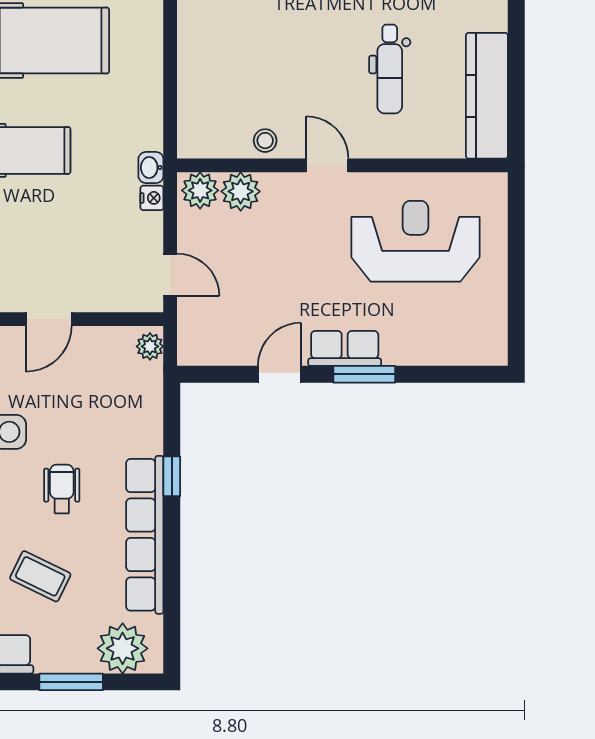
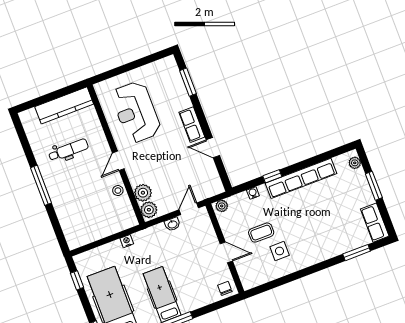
washbasin: (151, 167) -> (172, 224), moved
nightstand: (152, 198) -> (127, 241), moved
window: (364, 374) -> (188, 82), moved
water cooler: (152, 422) -> (253, 193), added
wheelchair: (62, 489) -> (295, 220), removed
coffee table: (40, 576) -> (261, 233), moved, turned 64
plant: (123, 648) -> (355, 163), width x0.53, depth x0.53

